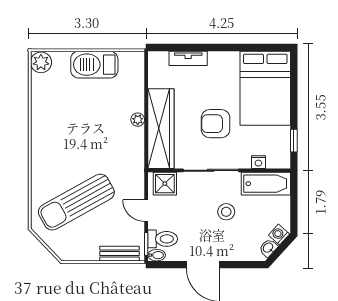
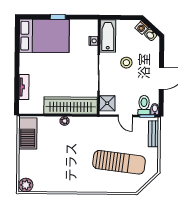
barbecue: (94, 65) -> (28, 133), moved
armchair: (216, 124) -> (68, 69), removed
window: (294, 141) -> (58, 17), moved
sun lounger: (76, 202) -> (119, 162), turned -54
door: (146, 211) -> (125, 116), hinge flipped

